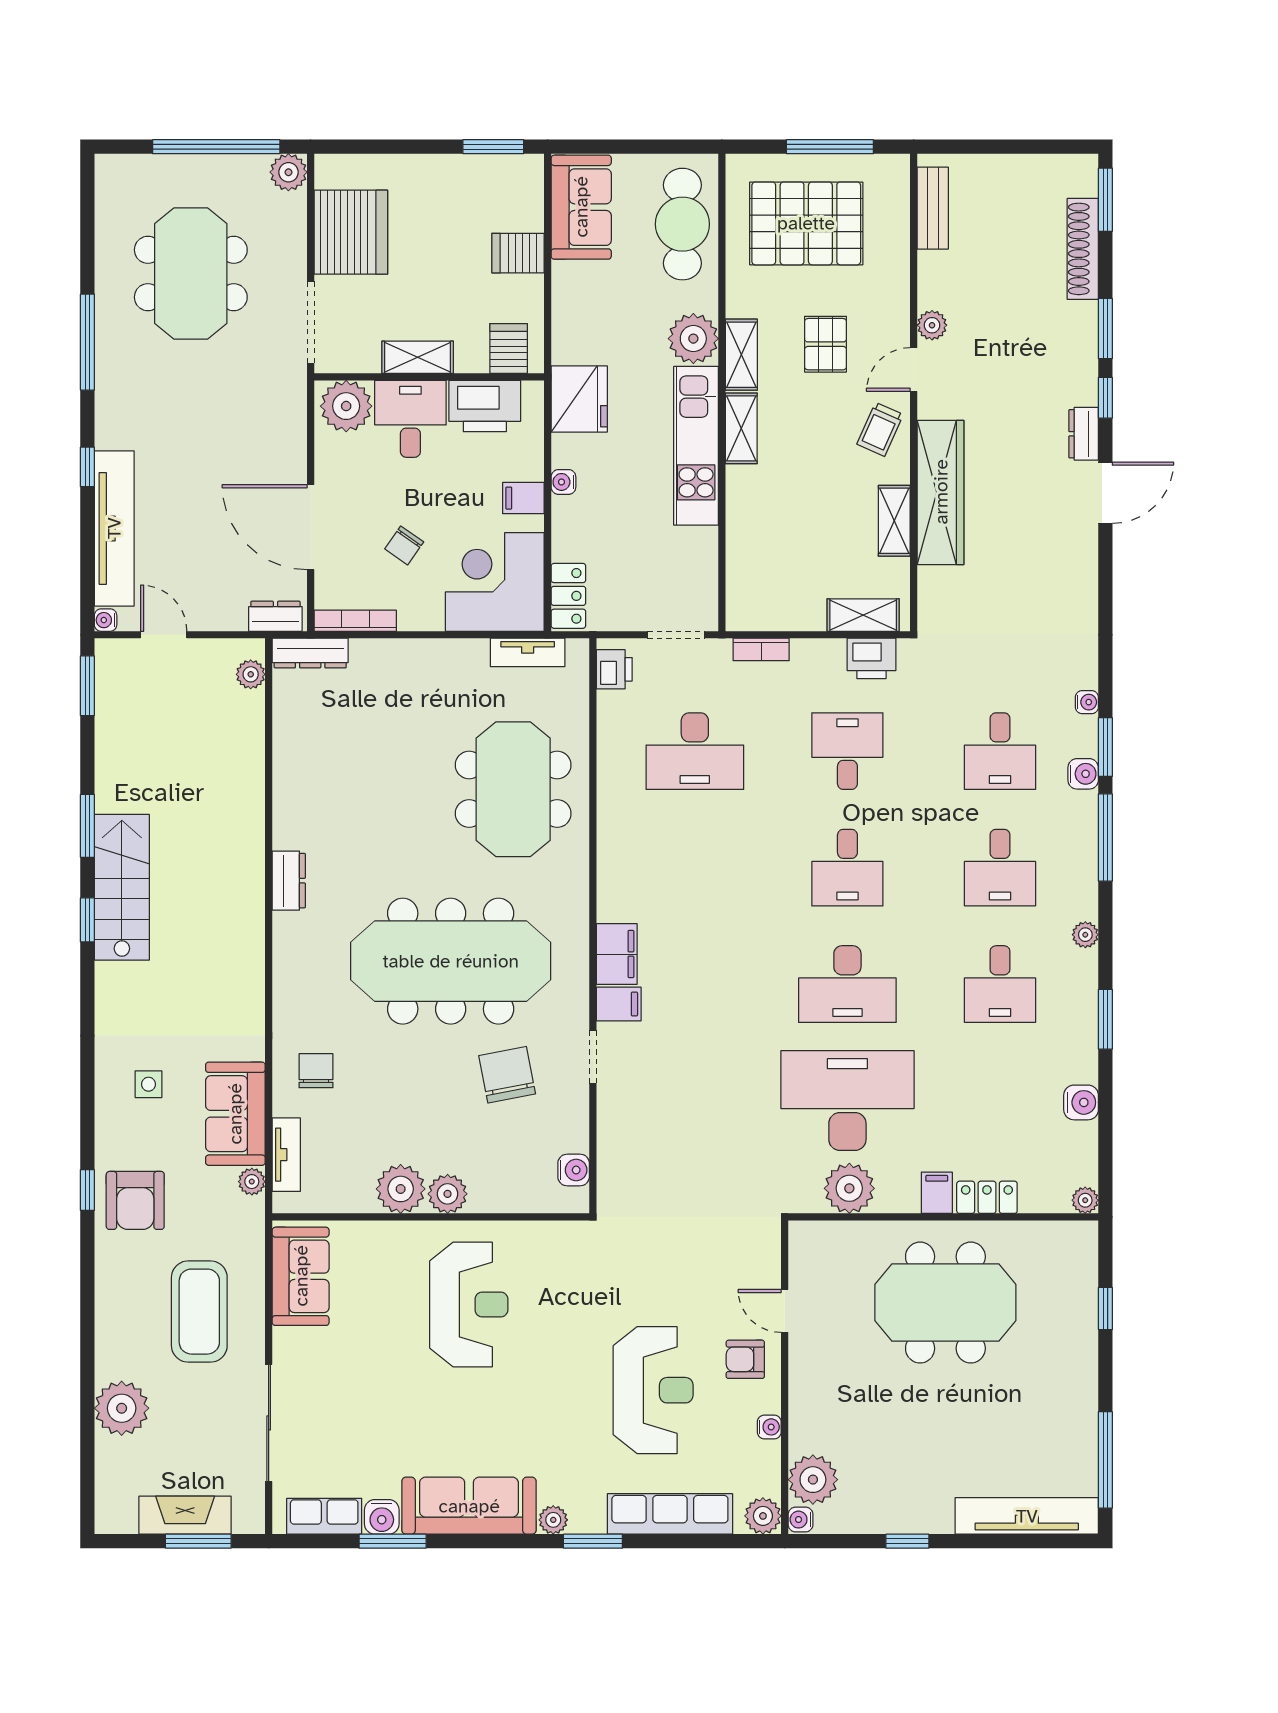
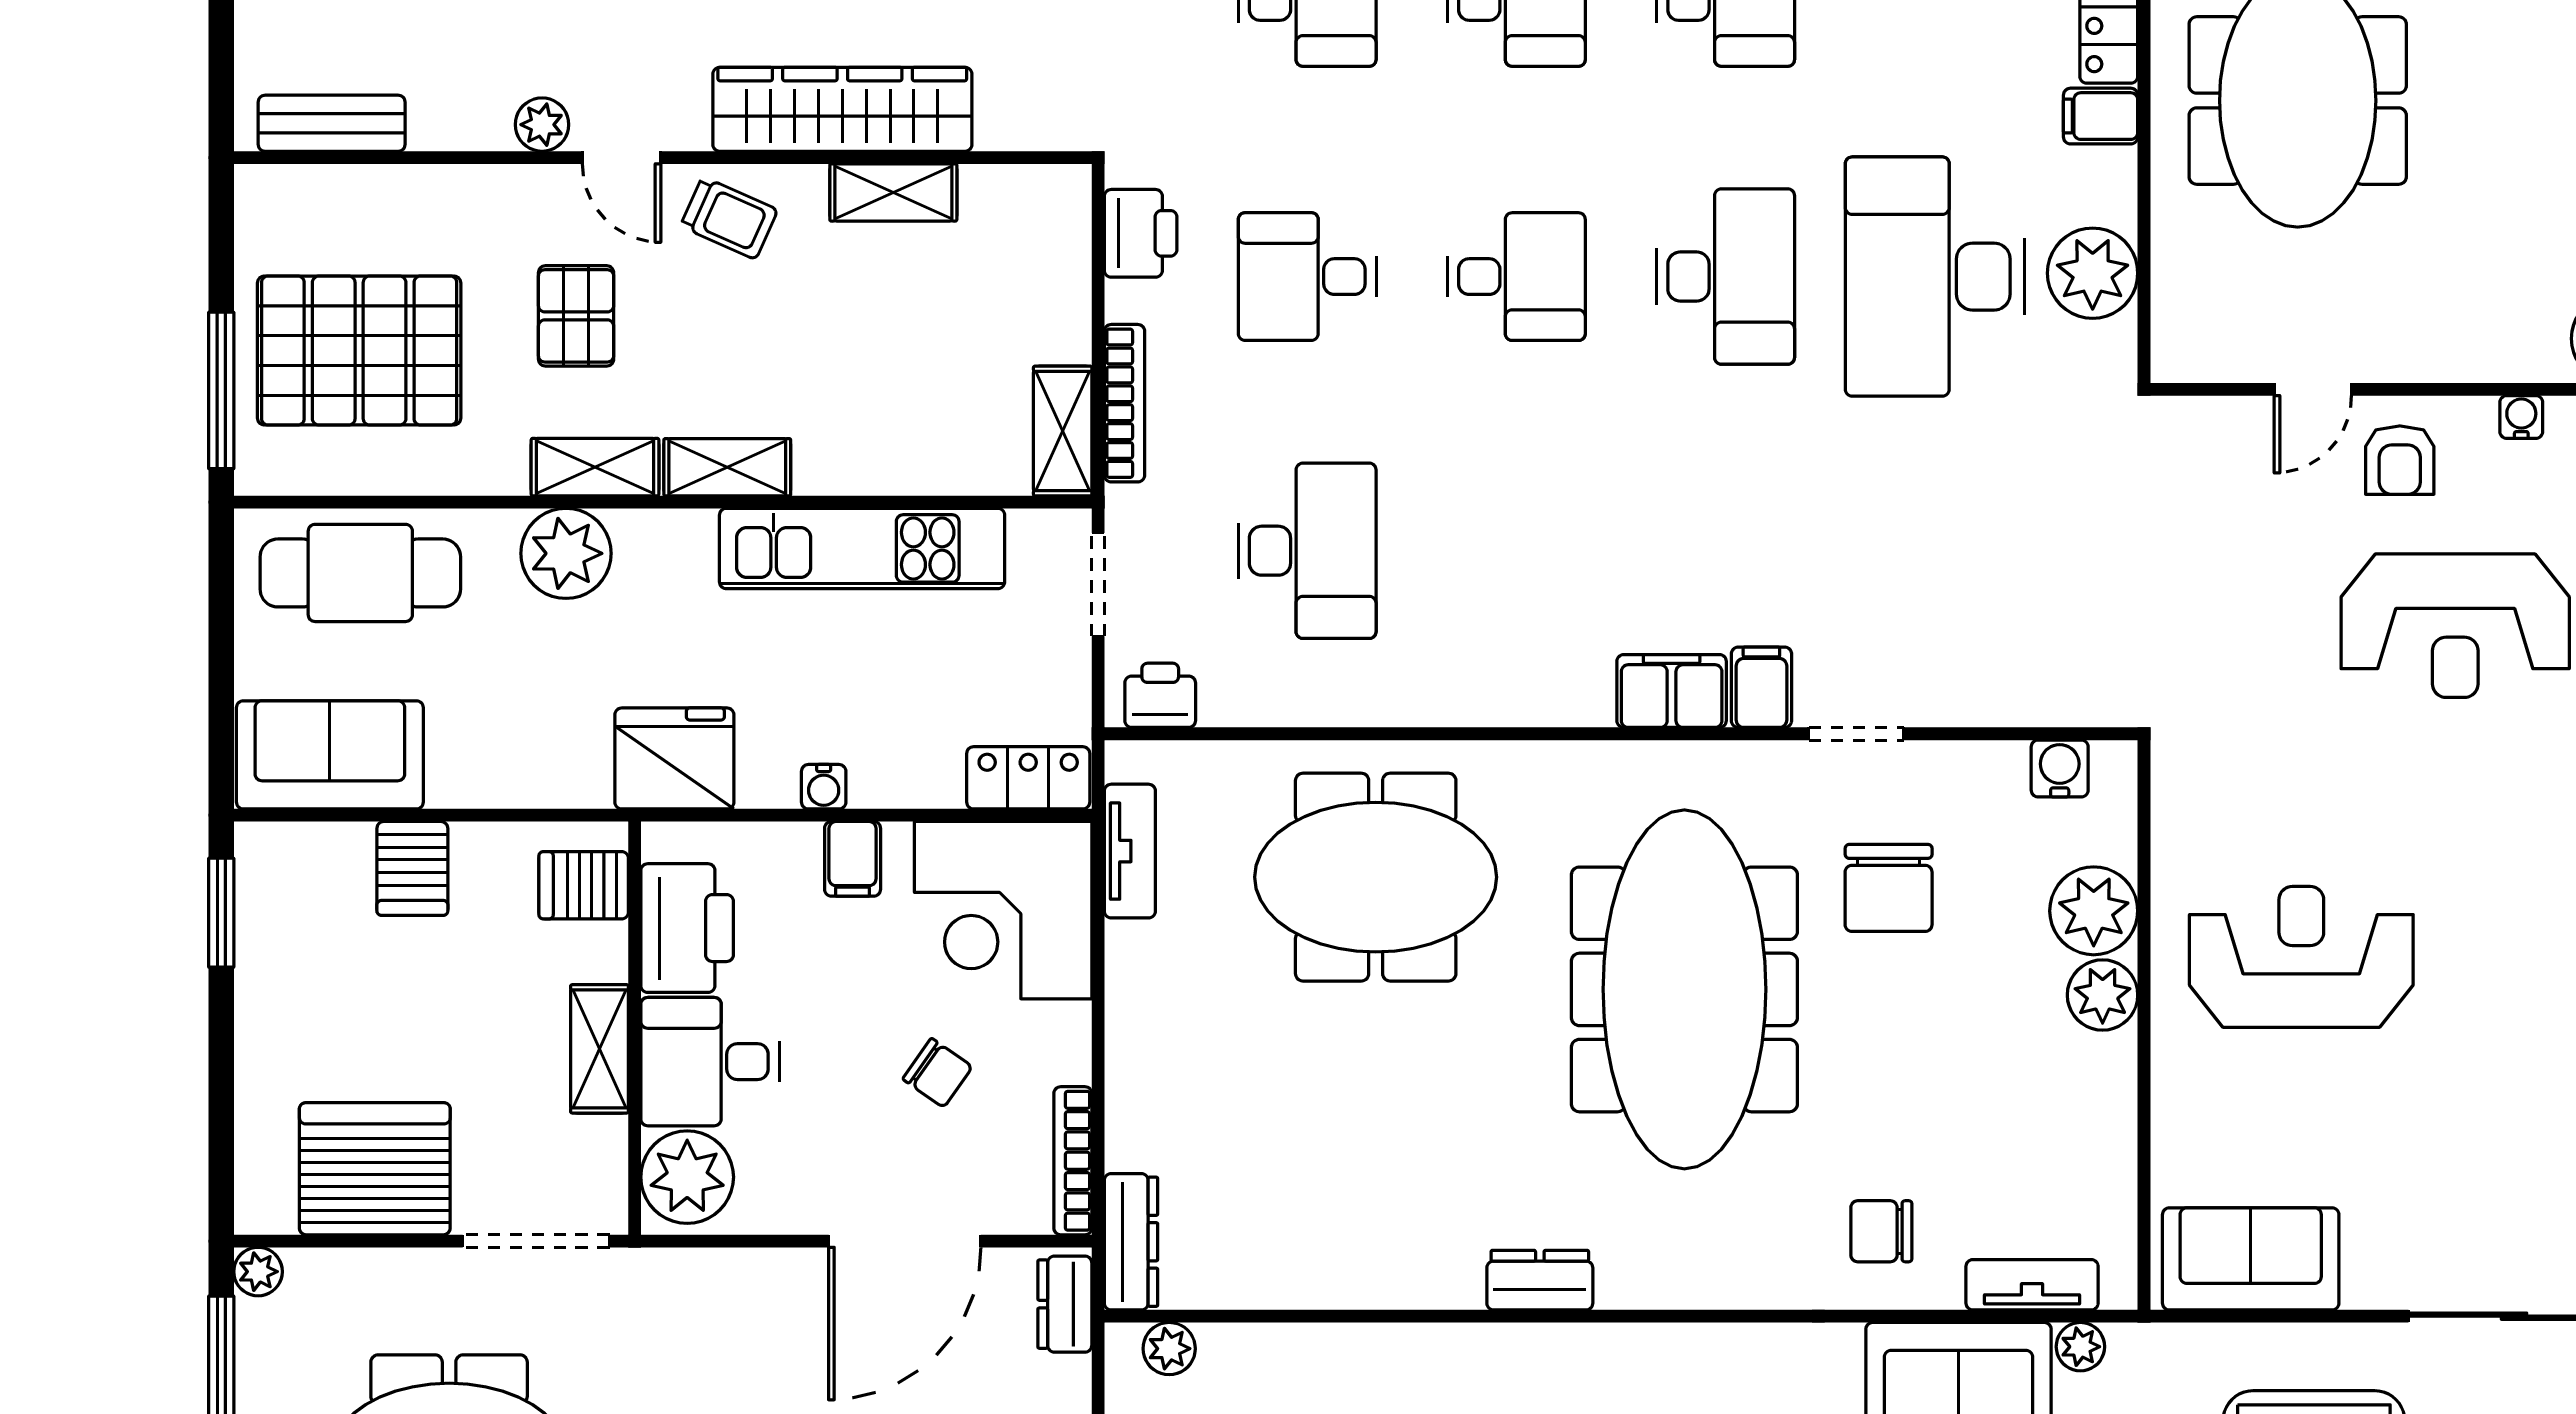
window: (830, 147) -> (221, 390), moved
plant: (288, 172) -> (258, 1272), width x0.73, depth x0.73
pallet: (806, 223) -> (359, 351), turned 90
pallet: (826, 344) -> (576, 316), turned 90
kitchen unit: (696, 446) -> (862, 548), moved
shelving: (863, 615) -> (1063, 431), moved
bookcase: (761, 649) -> (1125, 403), width x1.56
chair: (507, 1075) -> (1889, 888), turned -79
plant: (401, 1189) -> (2094, 911), moved
reception desk: (653, 1390) -> (2455, 626), turned 180

